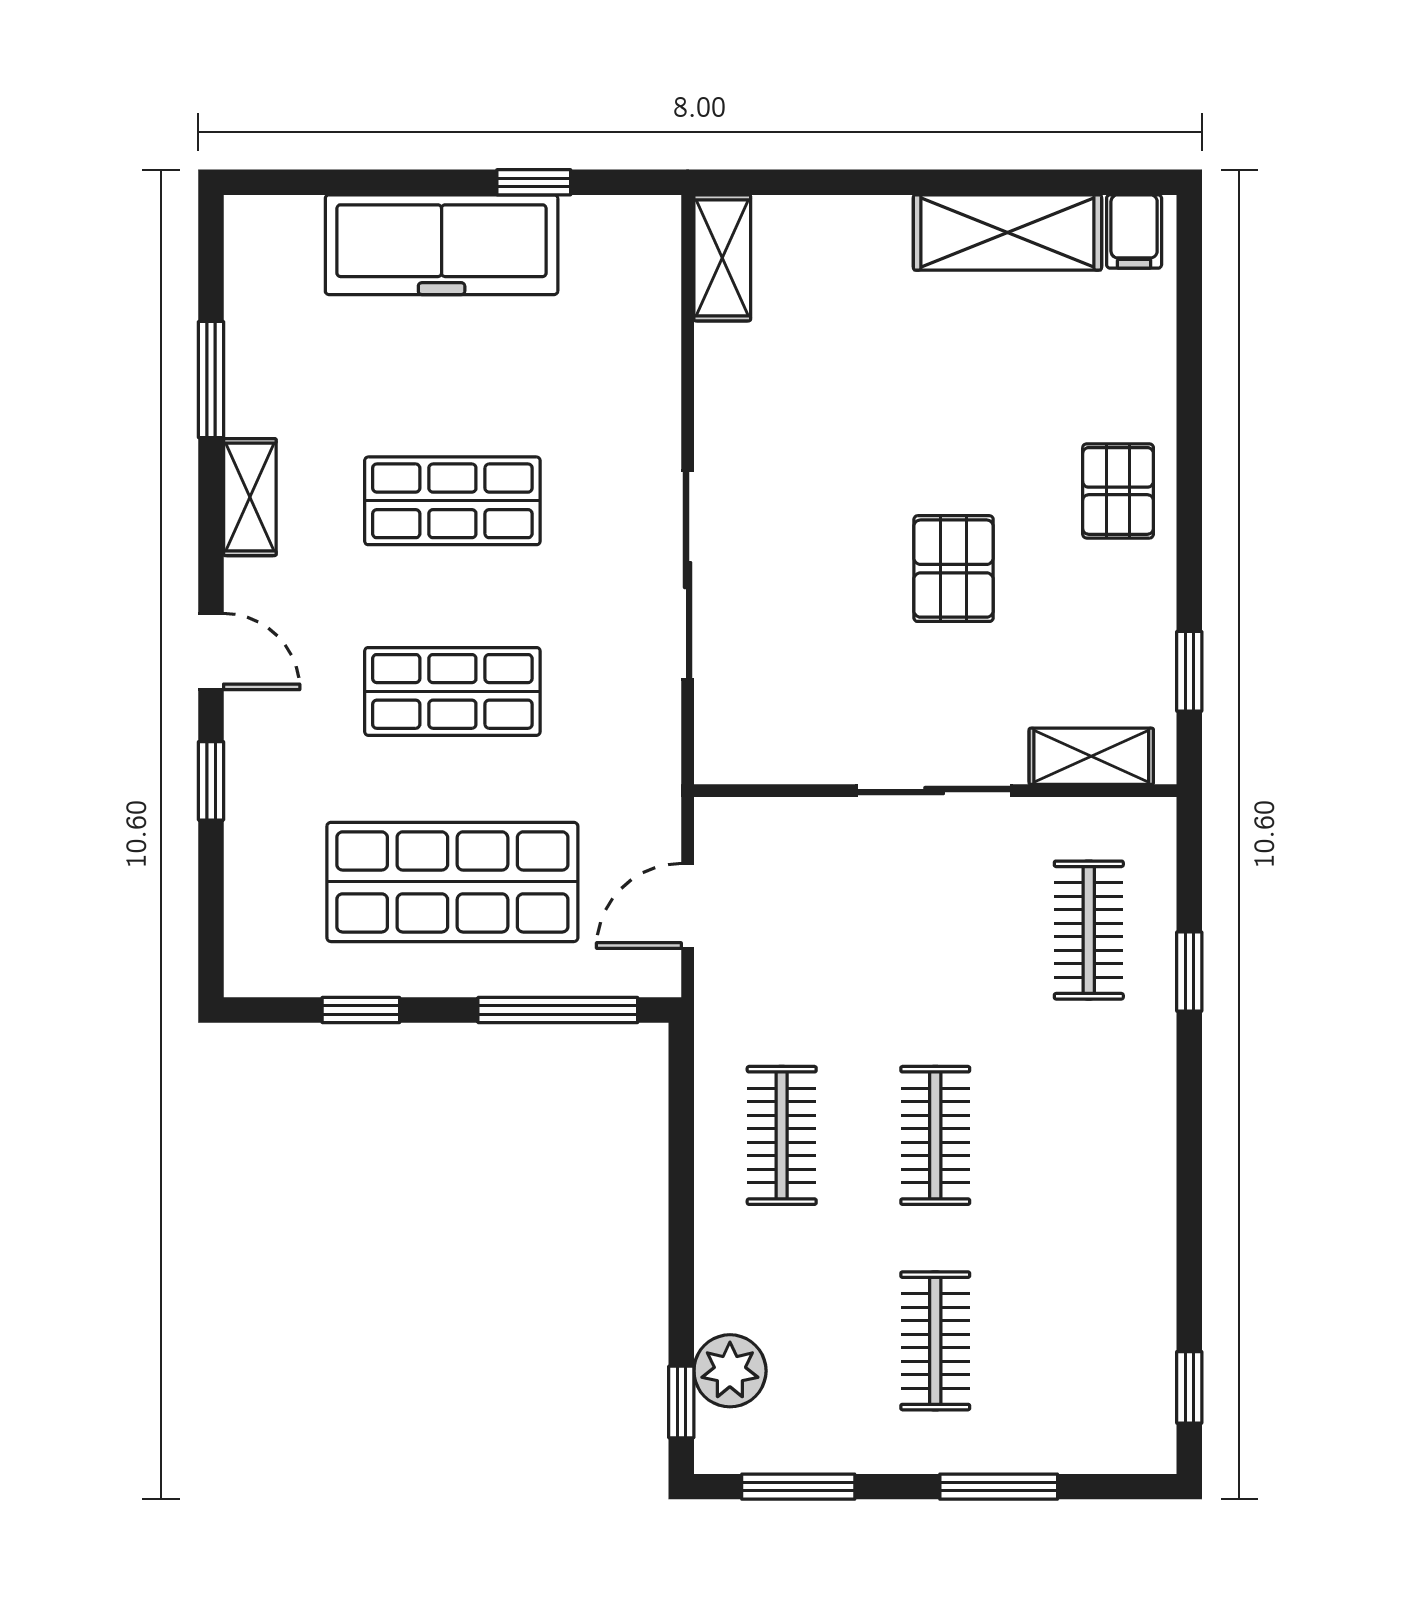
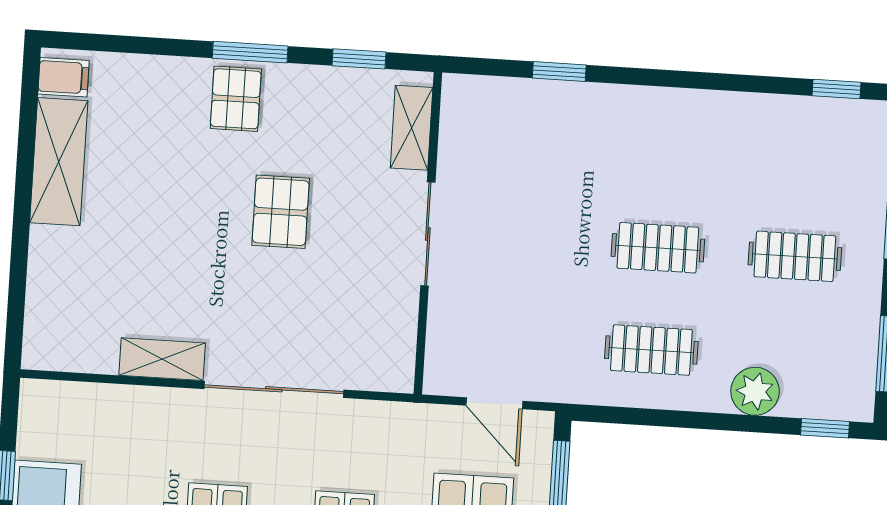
shelving: (722, 258) -> (162, 359), moved
pallet: (1118, 491) -> (236, 99), turned 90
window: (1189, 508) -> (250, 52), added
pallet: (954, 569) -> (281, 212), turned 90
clothes rail: (1089, 930) -> (527, 137), removed
plant: (730, 1371) -> (755, 391), moved

